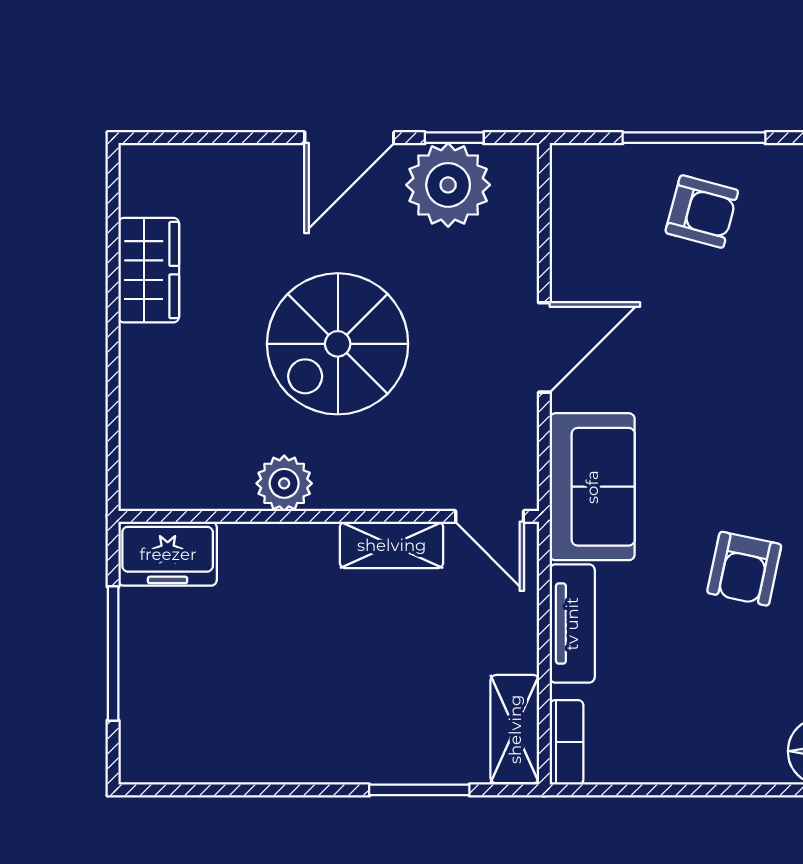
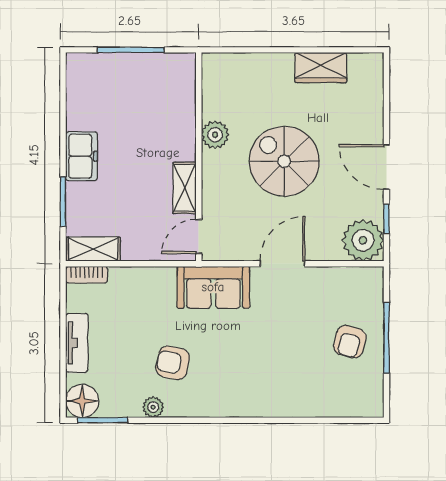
plant: (448, 185) -> (363, 240), moved
door: (544, 347) -> (282, 264), swing flipped
freezer: (168, 554) -> (82, 156), moved, turned 180
tv unit: (572, 624) -> (77, 343), moved, turned -90

